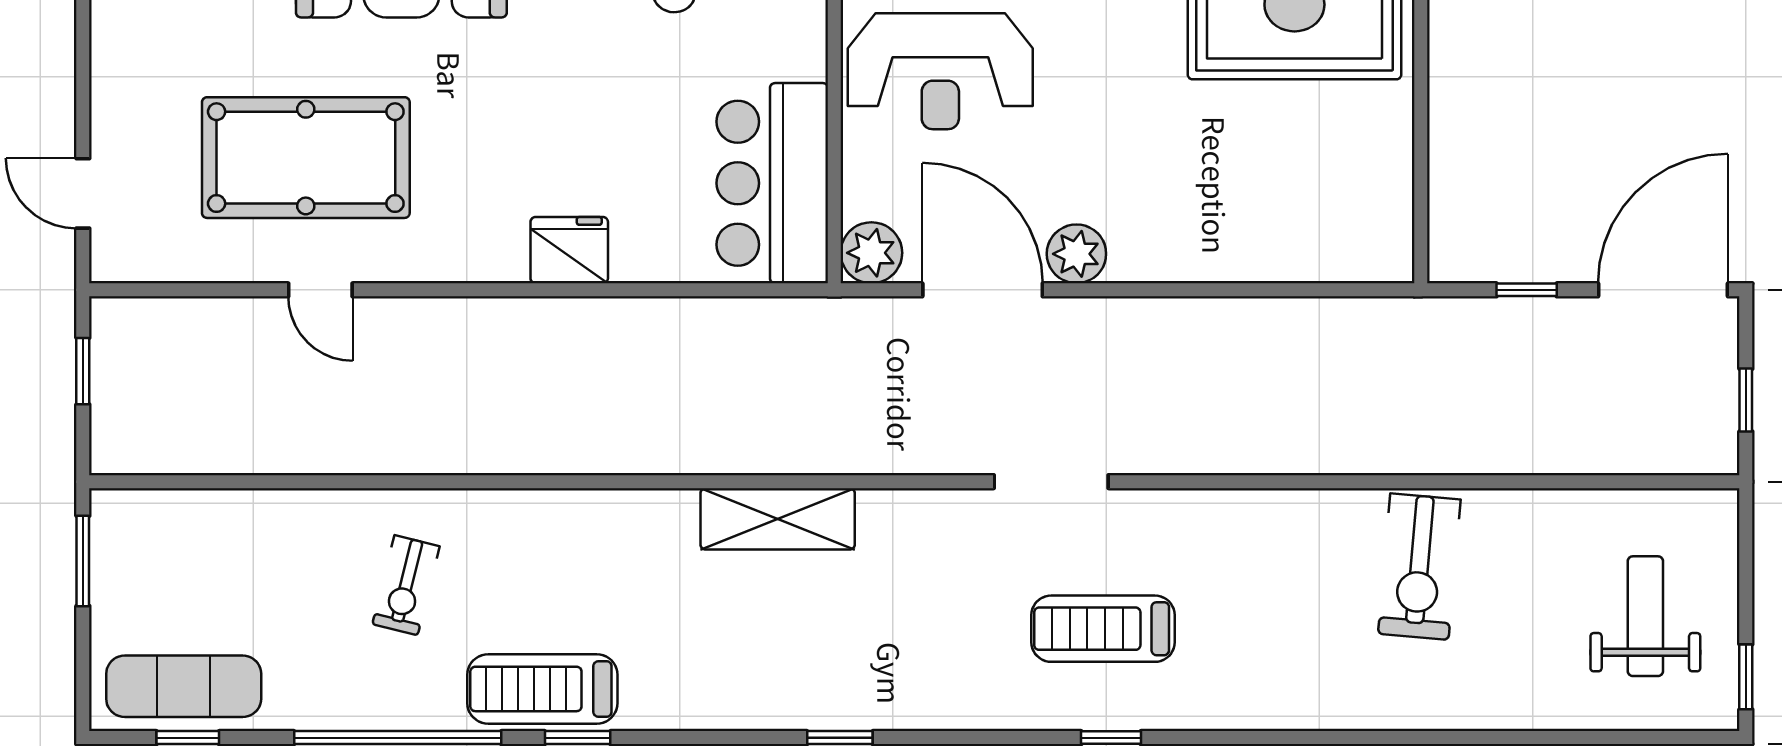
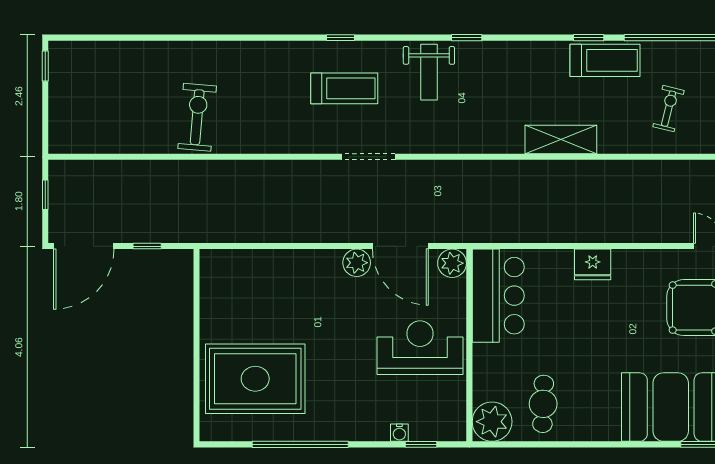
shelving: (778, 519) -> (561, 139), moved
weight bench: (1645, 616) -> (429, 72), moved

